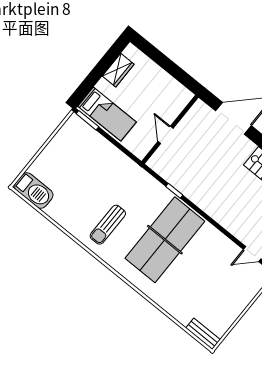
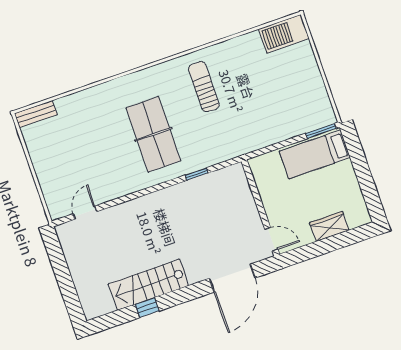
wardrobe: (118, 70) -> (329, 227), moved, turned 90
door: (166, 135) -> (271, 239), moved
table tennis table: (165, 240) -> (153, 134), width x0.73, depth x0.76

